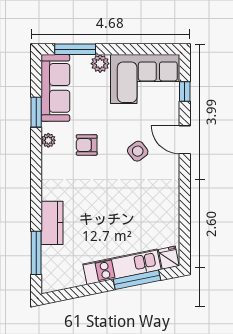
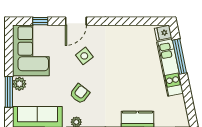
window: (75, 49) -> (9, 92), moved
armchair: (87, 145) -> (80, 94), turned -142

